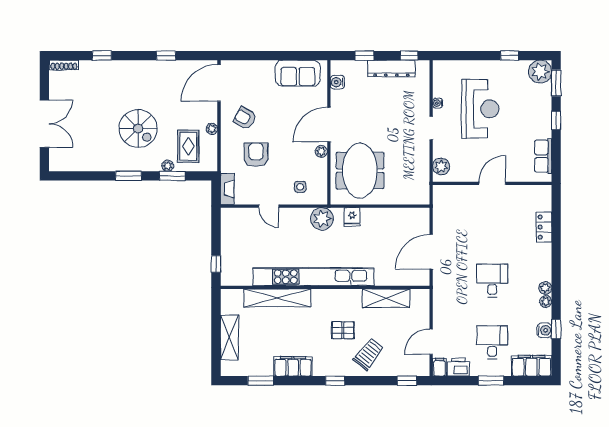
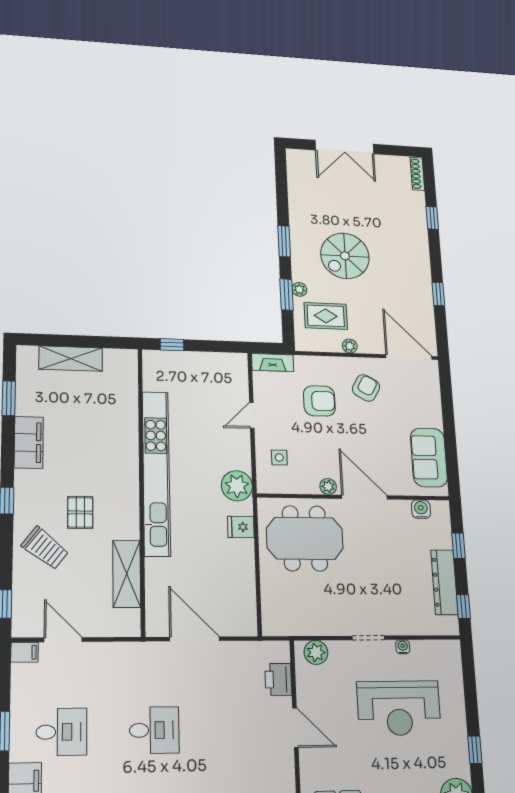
shelving: (277, 298) -> (126, 424), removed
printer: (458, 367) -> (278, 679), moved, turned 180

